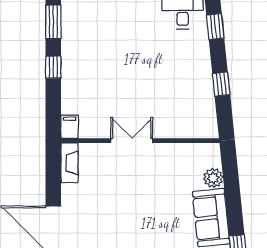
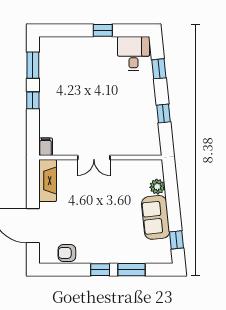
double door: (132, 141) -> (94, 158), swing flipped
fireplace: (69, 163) -> (48, 181), width x1.37, depth x1.32

